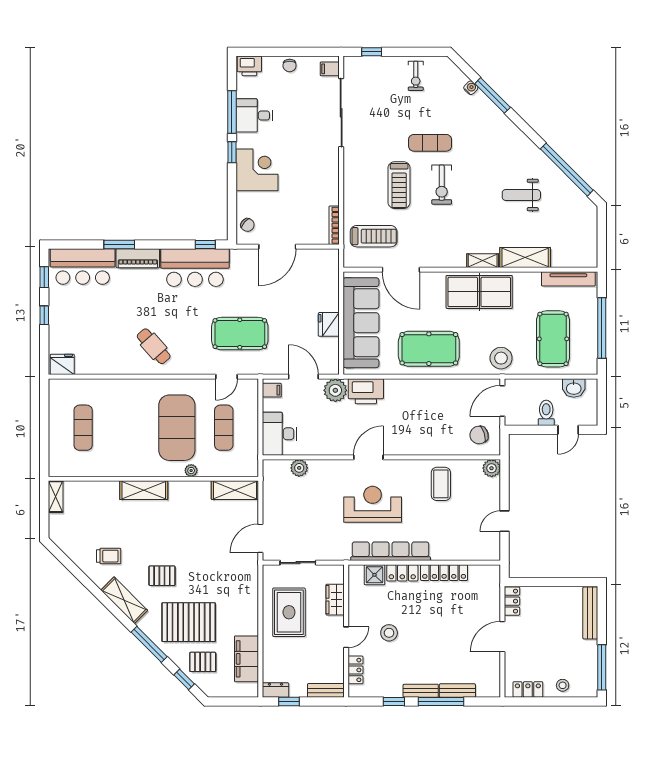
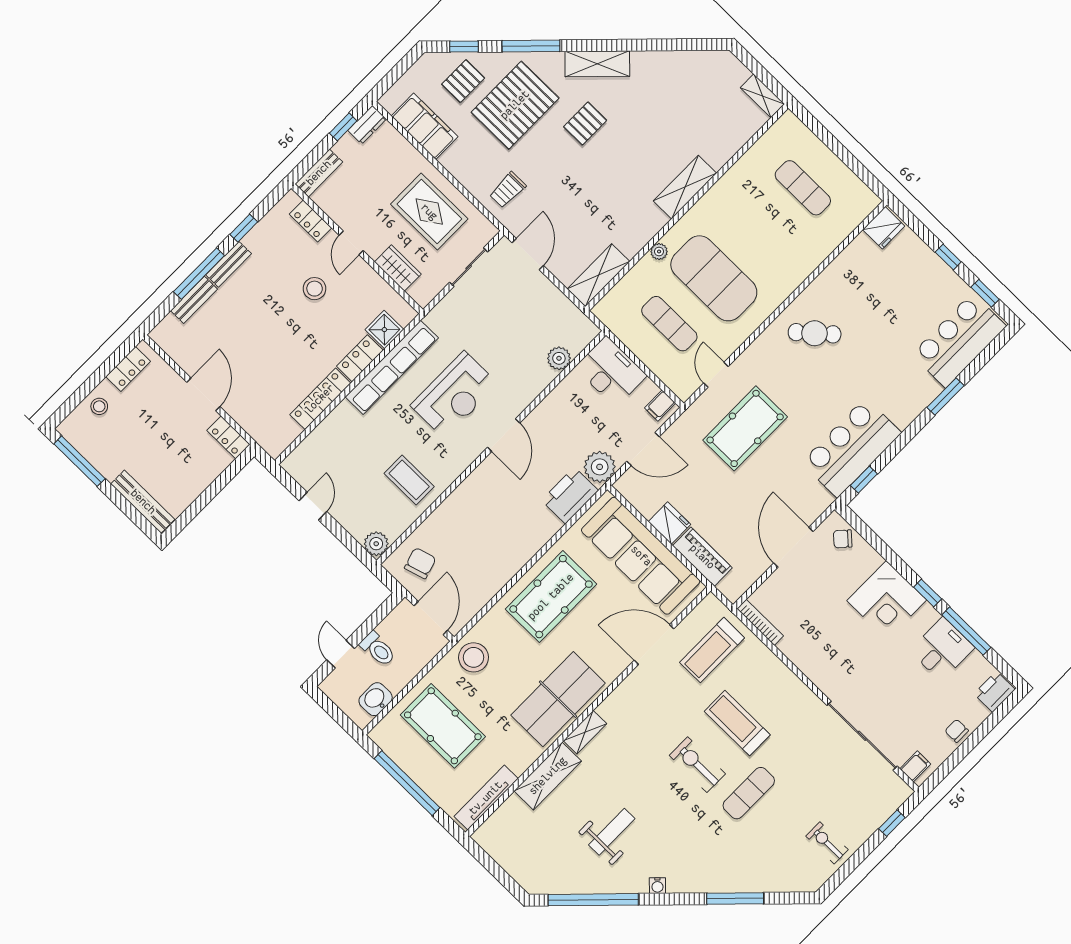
water cooler: (471, 88) -> (657, 886), moved
piano: (138, 258) -> (702, 557), moved, turned 90
trolley: (109, 556) -> (508, 190), moved

